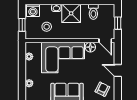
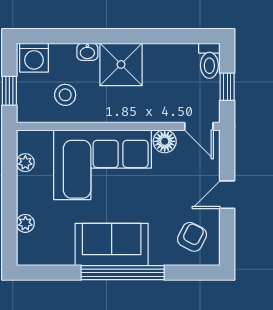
toilet: (93, 12) -> (209, 61), moved
door: (118, 71) -> (227, 195), hinge flipped

